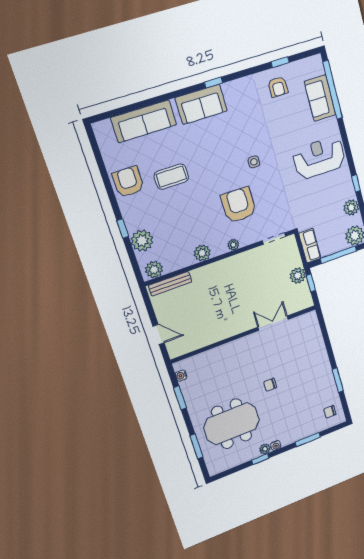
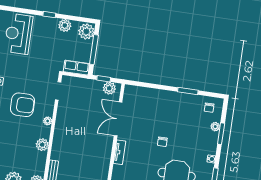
armchair: (239, 205) -> (23, 105), turned 180
plant: (298, 276) -> (109, 88), moved
double door: (273, 323) -> (118, 119), width x1.37
tv unit: (236, 345) -> (120, 152), added
plant: (265, 449) -> (215, 127), moved

